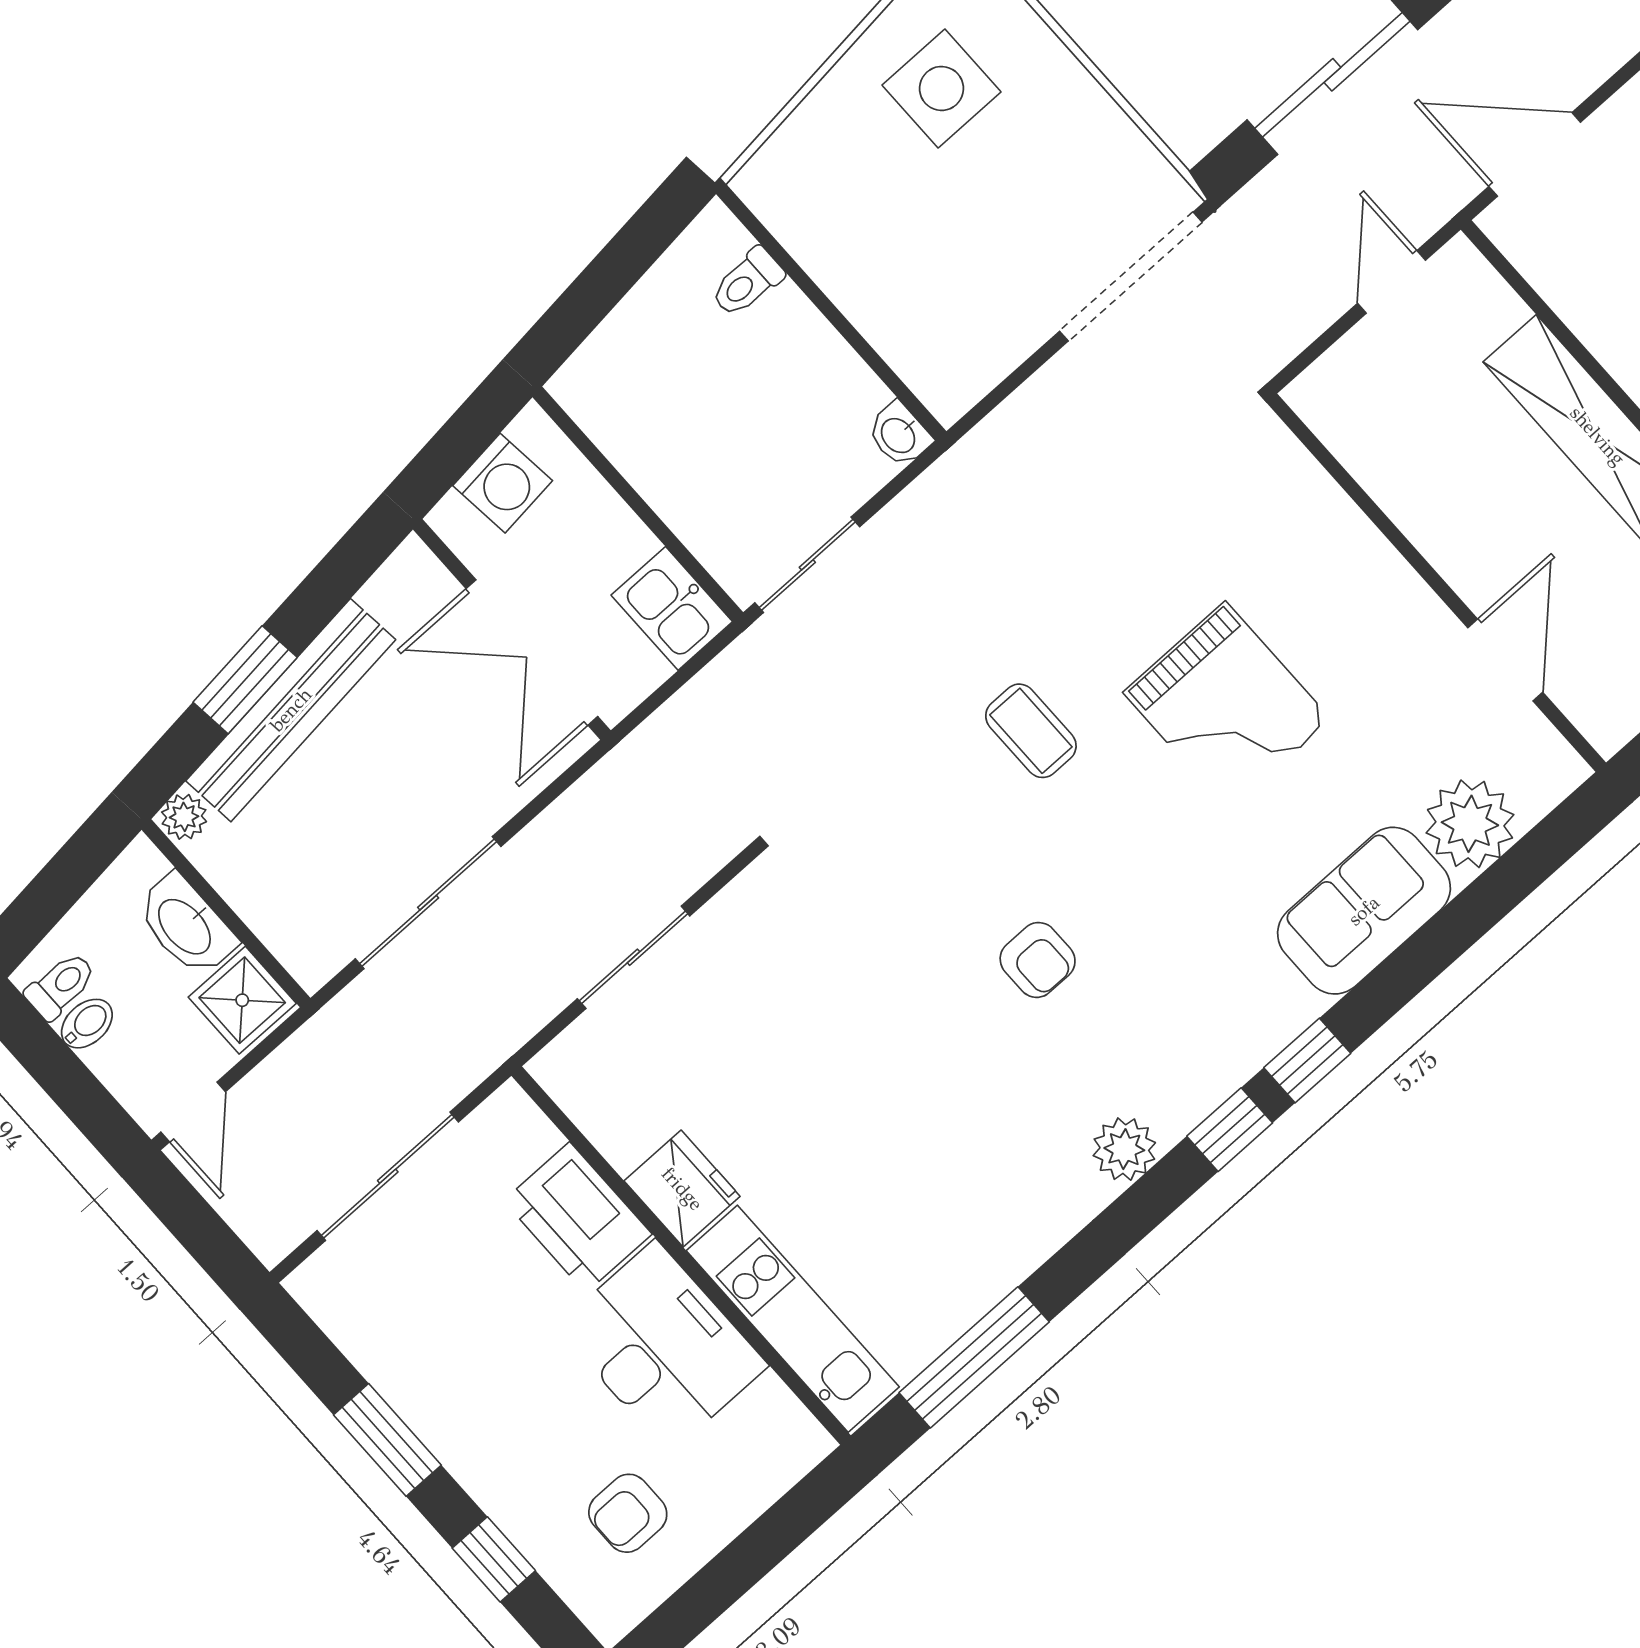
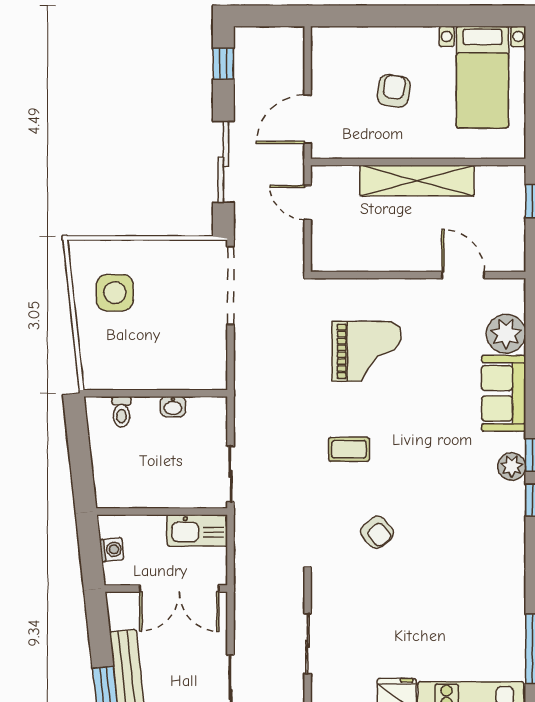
washbasin: (899, 435) -> (173, 407), moved
washing machine: (503, 483) -> (112, 550), width x0.73, depth x0.73
kitchen sink: (672, 608) -> (197, 530), width x1.38
grand piano: (1227, 706) -> (367, 351), moved
armchair: (1038, 960) -> (377, 532), moved, turned 50
plant: (1124, 1149) -> (512, 466), moved

